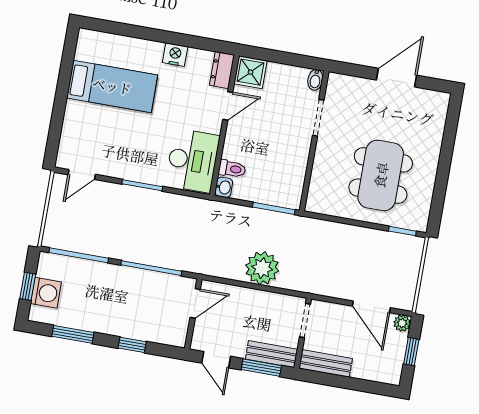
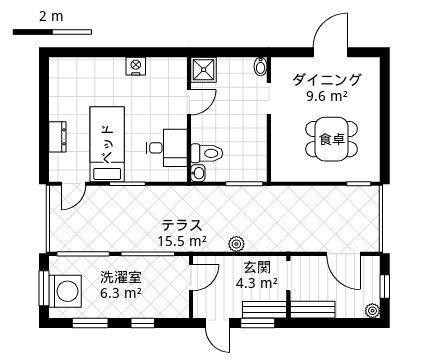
dresser: (222, 70) -> (57, 137), moved, turned 180
bed: (112, 86) -> (107, 144), moved, turned -90
desk: (192, 161) -> (167, 148), width x0.73
toilet: (232, 169) -> (207, 153), width x1.37, depth x1.39
dining table: (381, 175) -> (332, 139), width x0.73
plant: (262, 268) -> (236, 244), width x0.53, depth x0.53
window: (28, 286) -> (44, 288), width x1.50
washing machine: (46, 293) -> (65, 291), width x1.37, depth x1.37
plant: (402, 323) -> (372, 311), moved

